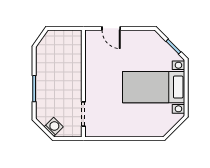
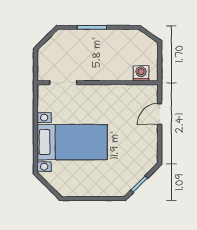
bed with nightstands: (154, 87) -> (72, 142), moved, turned 90
washing machine: (54, 127) -> (141, 73), moved, turned -135

